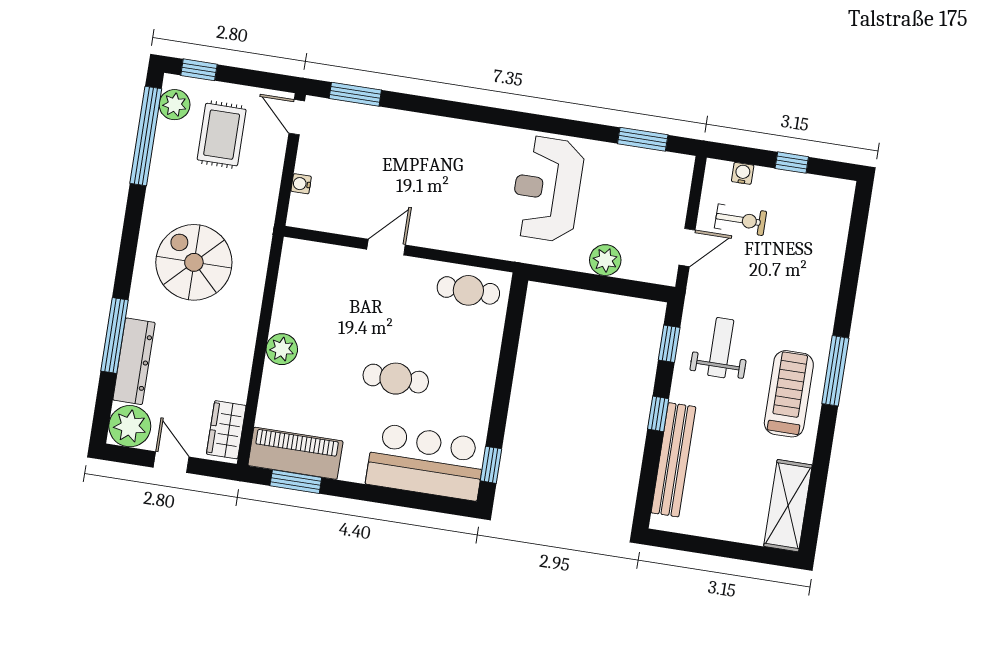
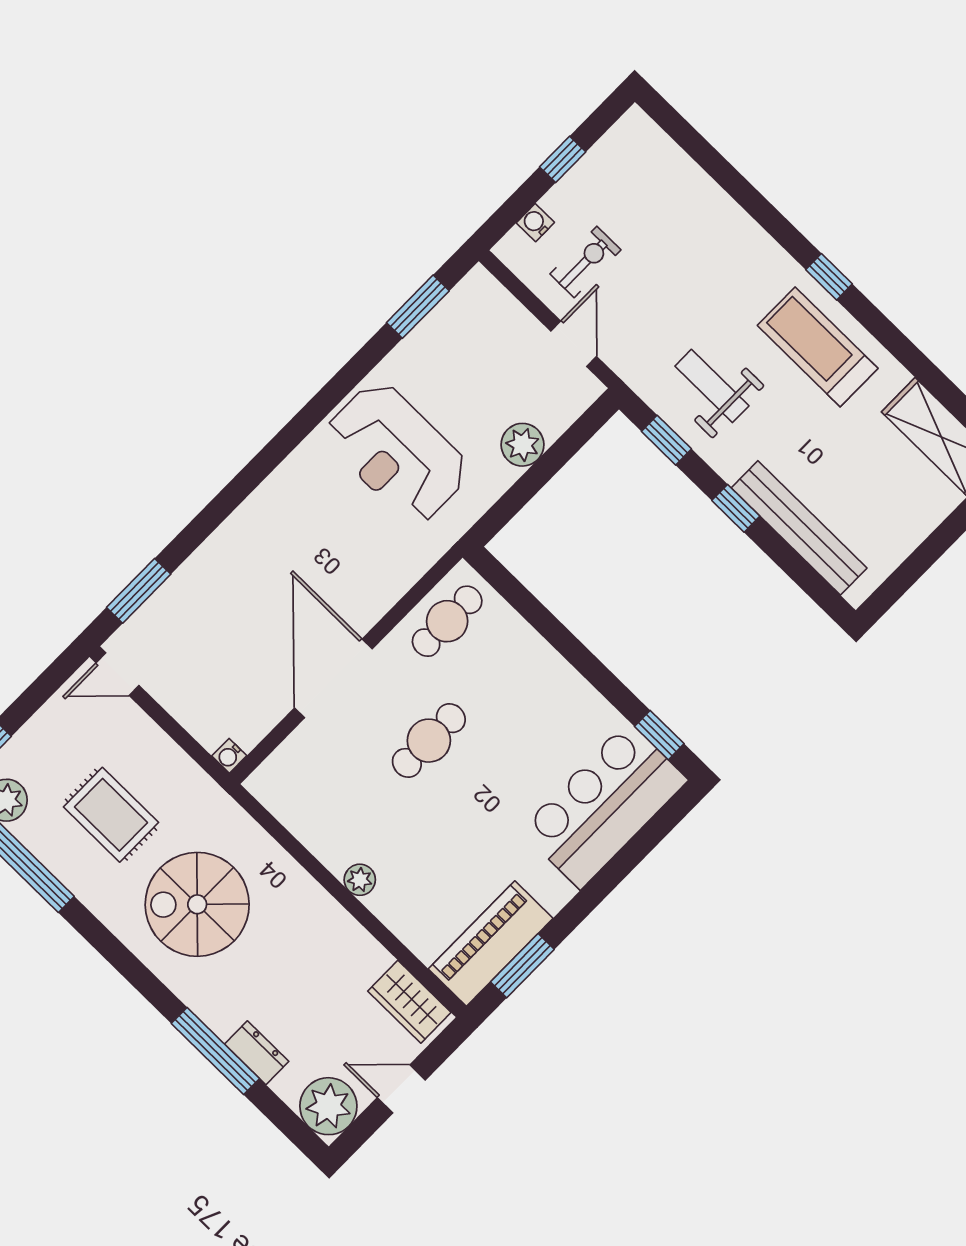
rug: (222, 135) -> (111, 815), moved
water cooler: (301, 184) -> (229, 756), moved
door: (386, 247) -> (333, 678), width x1.87
plant: (282, 349) -> (360, 880), width x0.73, depth x0.73
dresser: (134, 361) -> (257, 1053), width x0.51, depth x0.80
window: (835, 371) -> (829, 277), width x0.46
cafe table: (396, 379) -> (429, 741), moved

